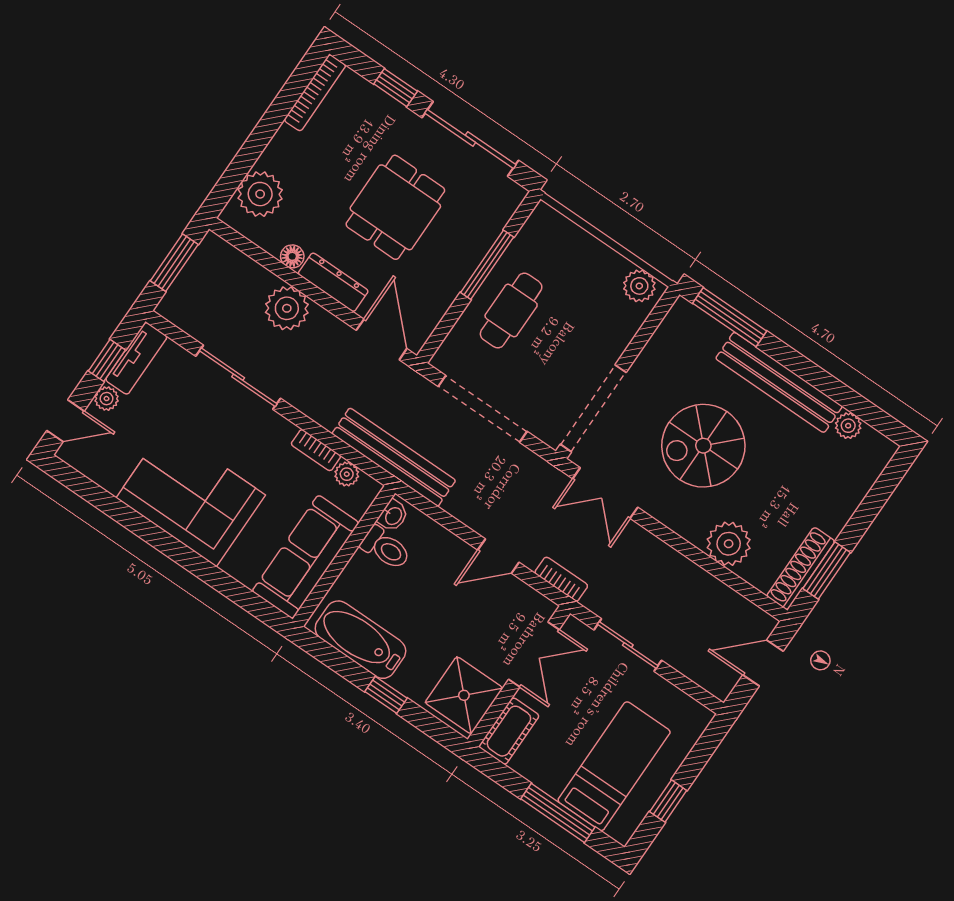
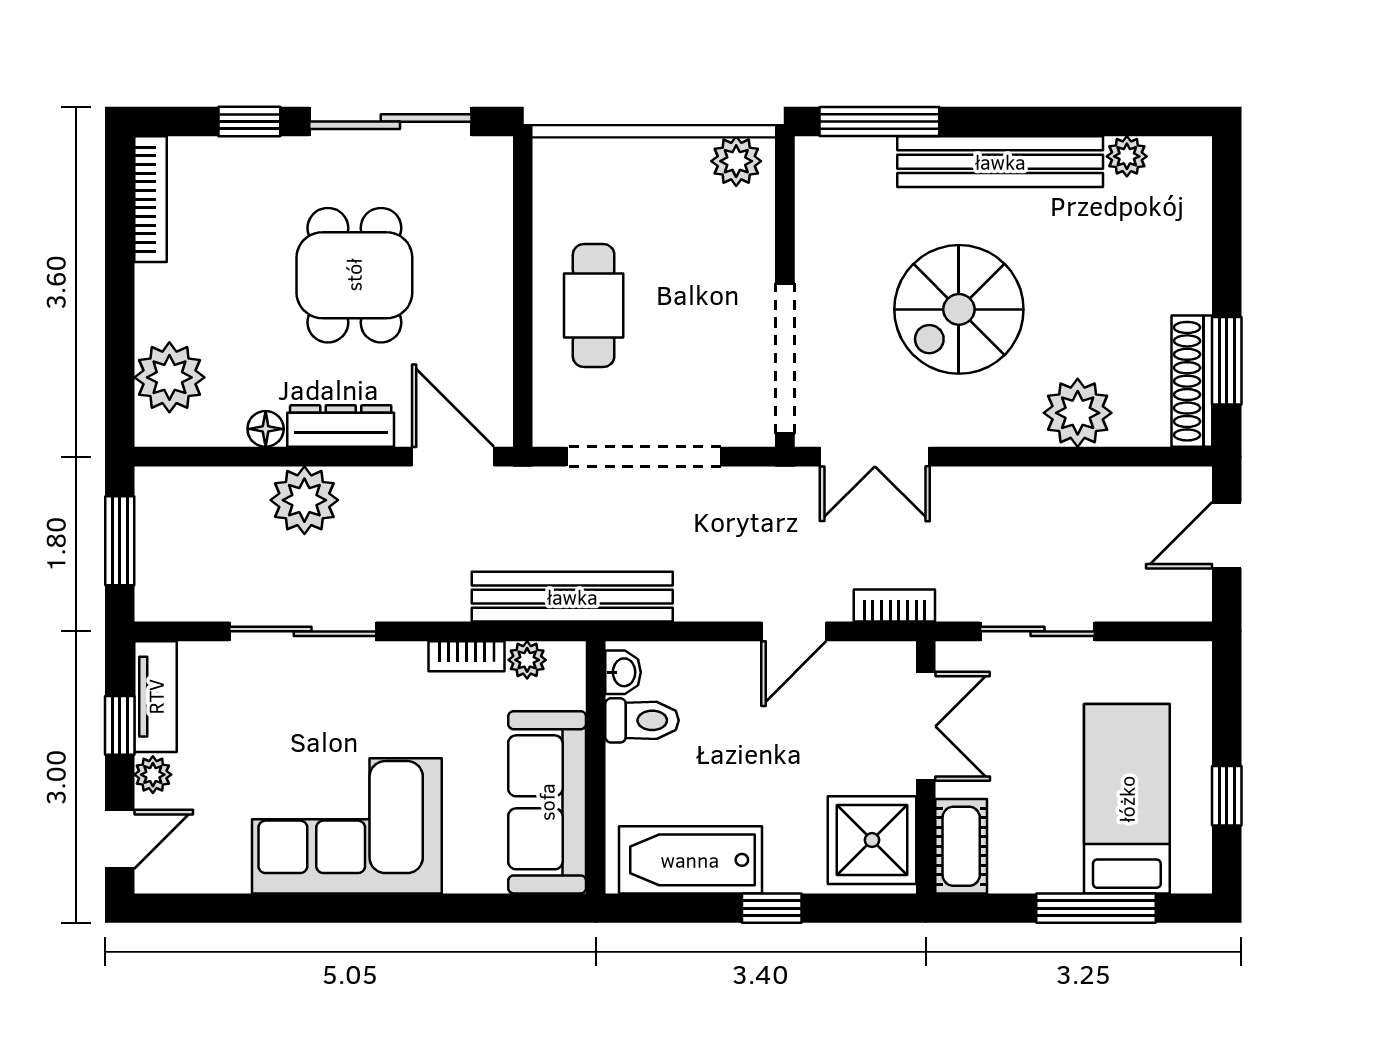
window: (487, 265) -> (523, 268), removed

